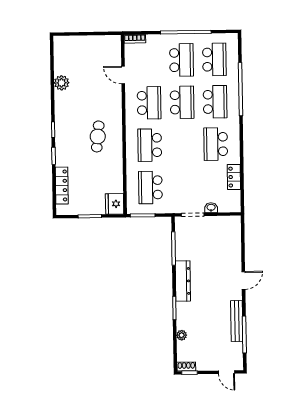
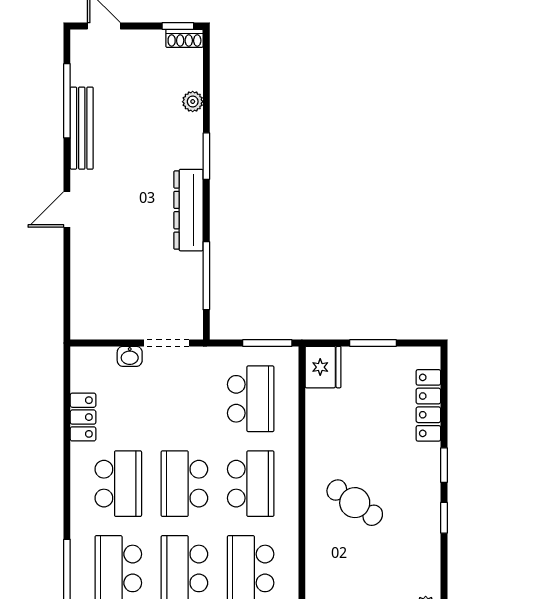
cafe table: (98, 136) -> (355, 503), turned -61
school desk: (183, 145) -> (184, 484), added

